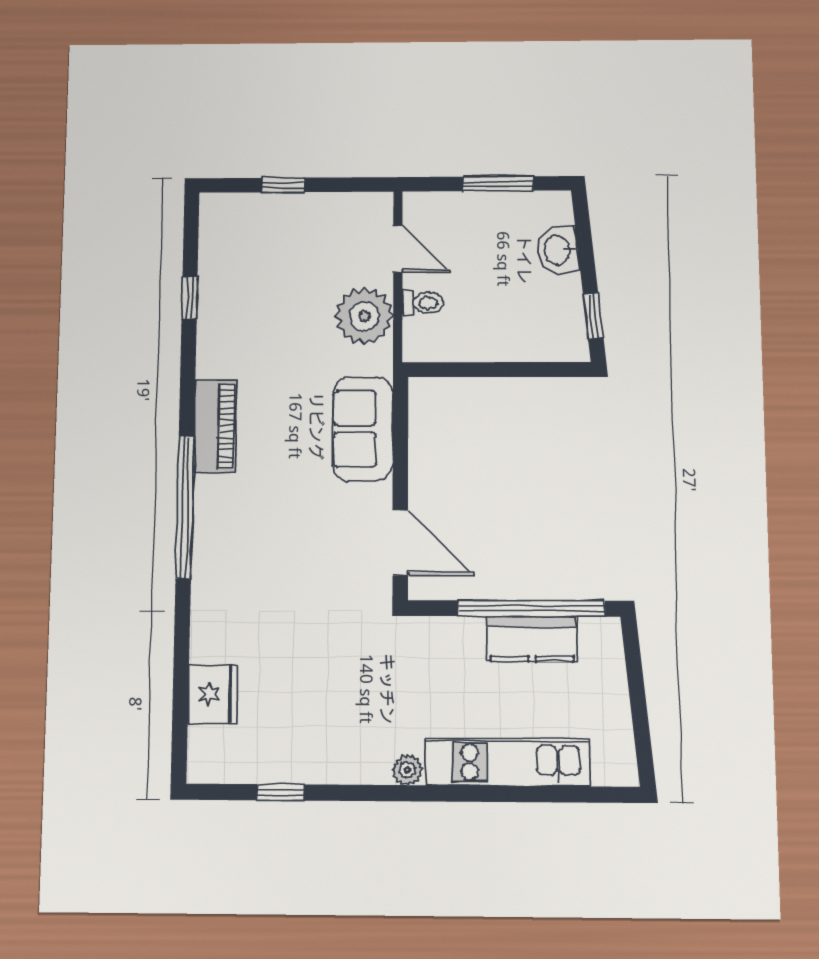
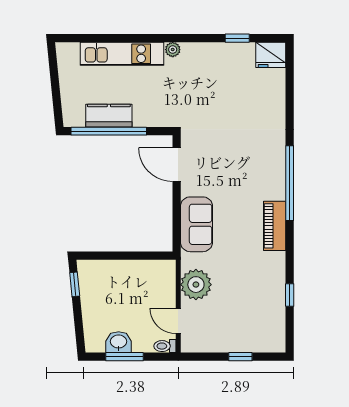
washbasin: (558, 250) -> (119, 342), moved, turned -84
toilet: (423, 303) -> (165, 346), moved
fridge: (213, 694) -> (271, 55), moved, turned -90

